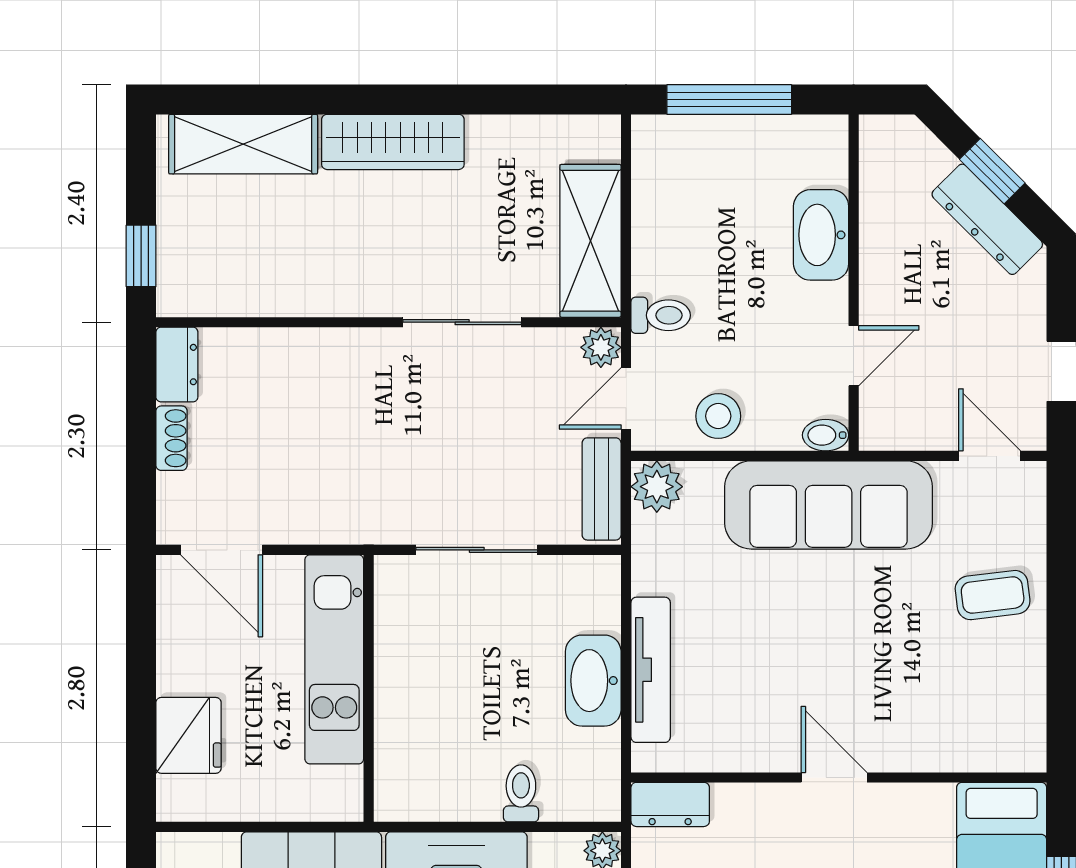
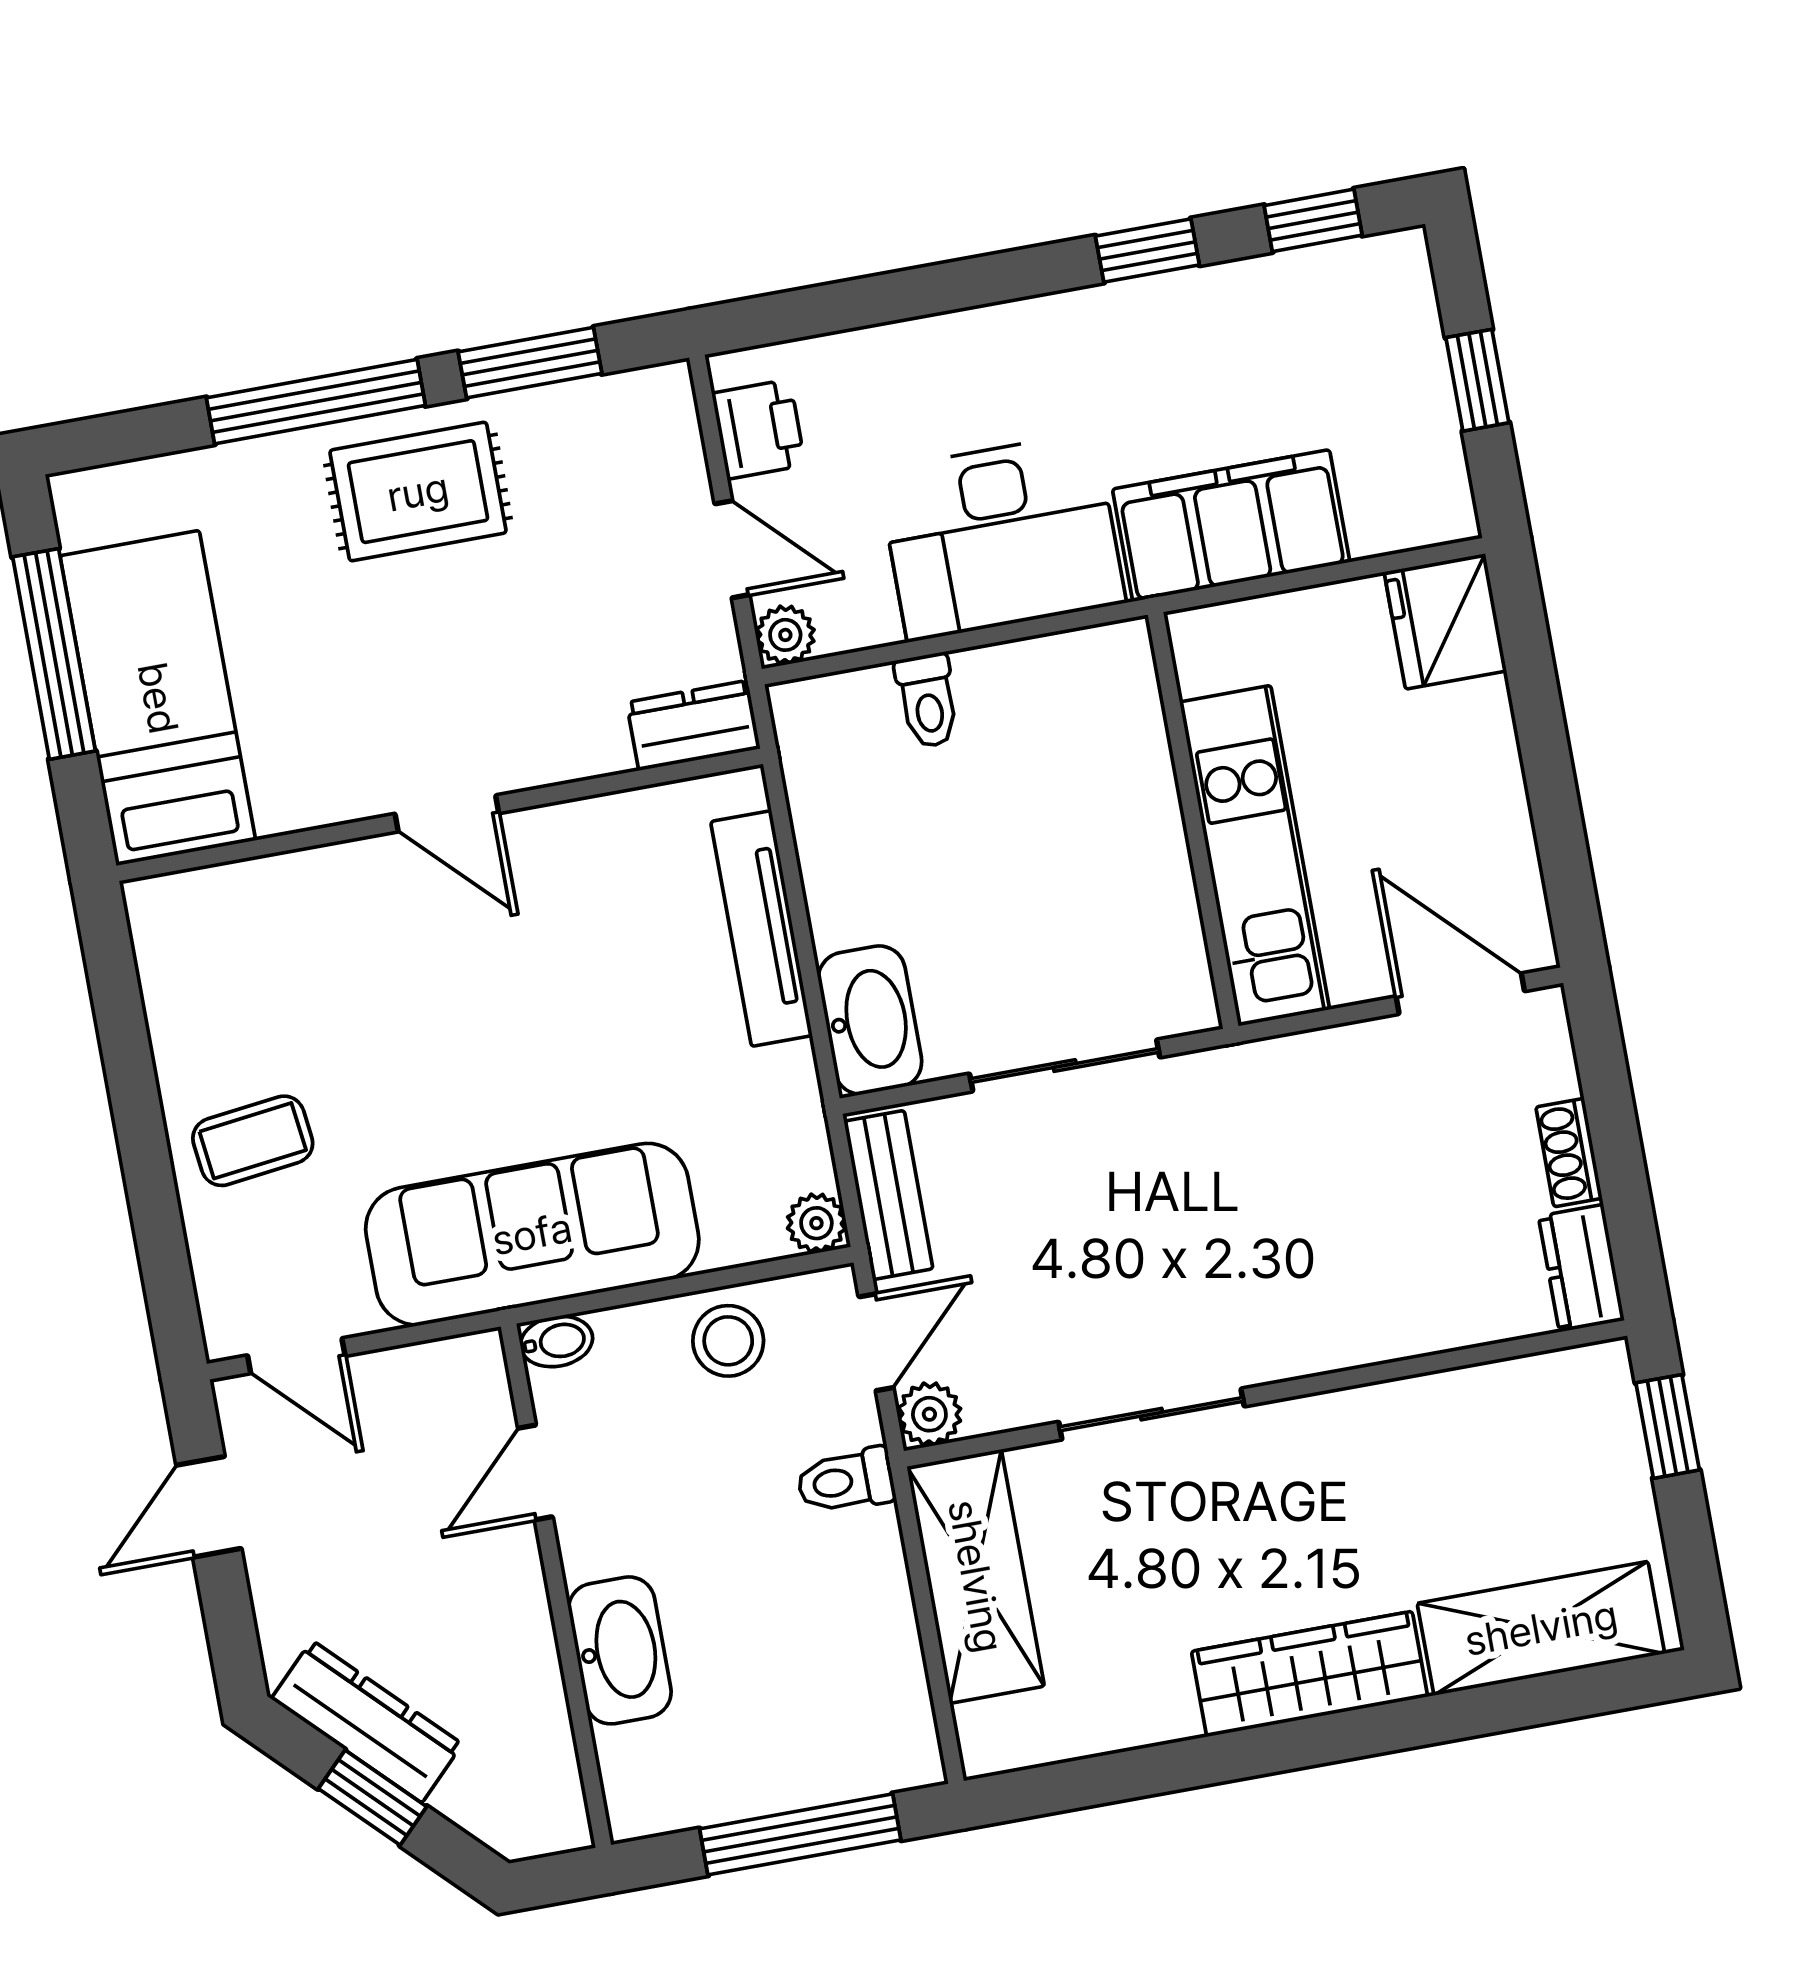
plant: (657, 487) -> (816, 1223), width x0.73, depth x0.73
washbasin: (593, 681) -> (870, 1020), moved
fridge: (189, 735) -> (1445, 621), moved

